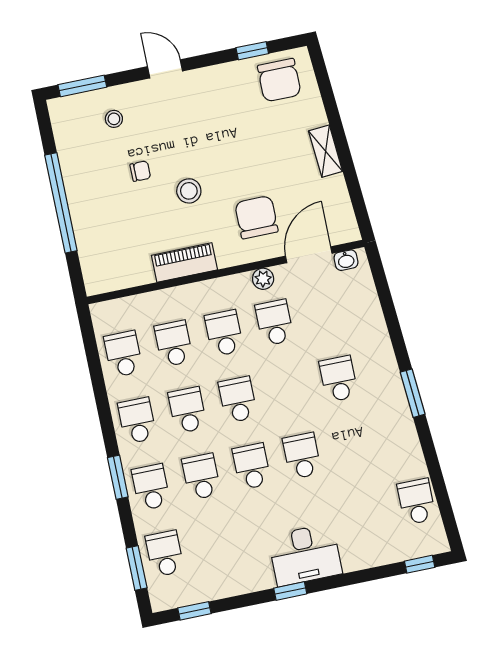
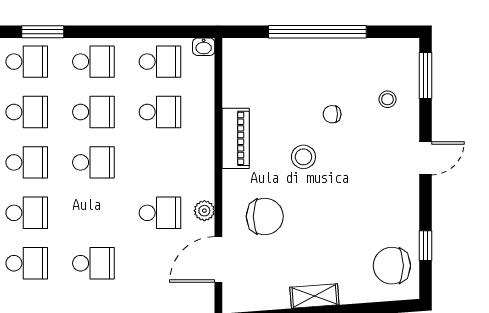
chair: (140, 171) -> (332, 114), turned 90
door: (309, 255) -> (218, 259), swing flipped
washbasin: (346, 260) -> (204, 47), moved, turned -90
school desk: (224, 333) -> (27, 263), moved

